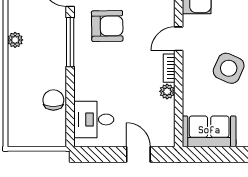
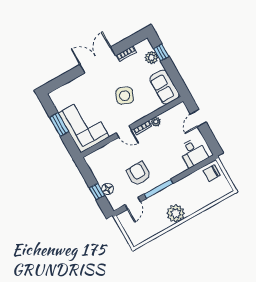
plant: (15, 40) -> (176, 213), width x1.88, depth x1.88
chair: (53, 100) -> (212, 173), moved

